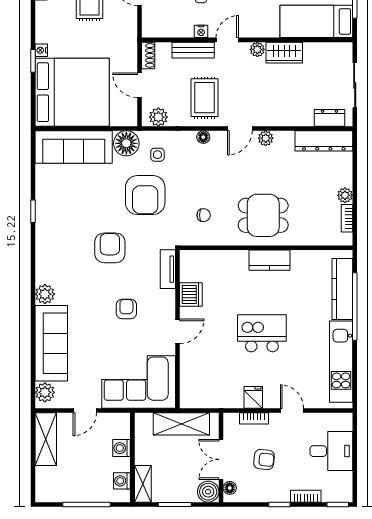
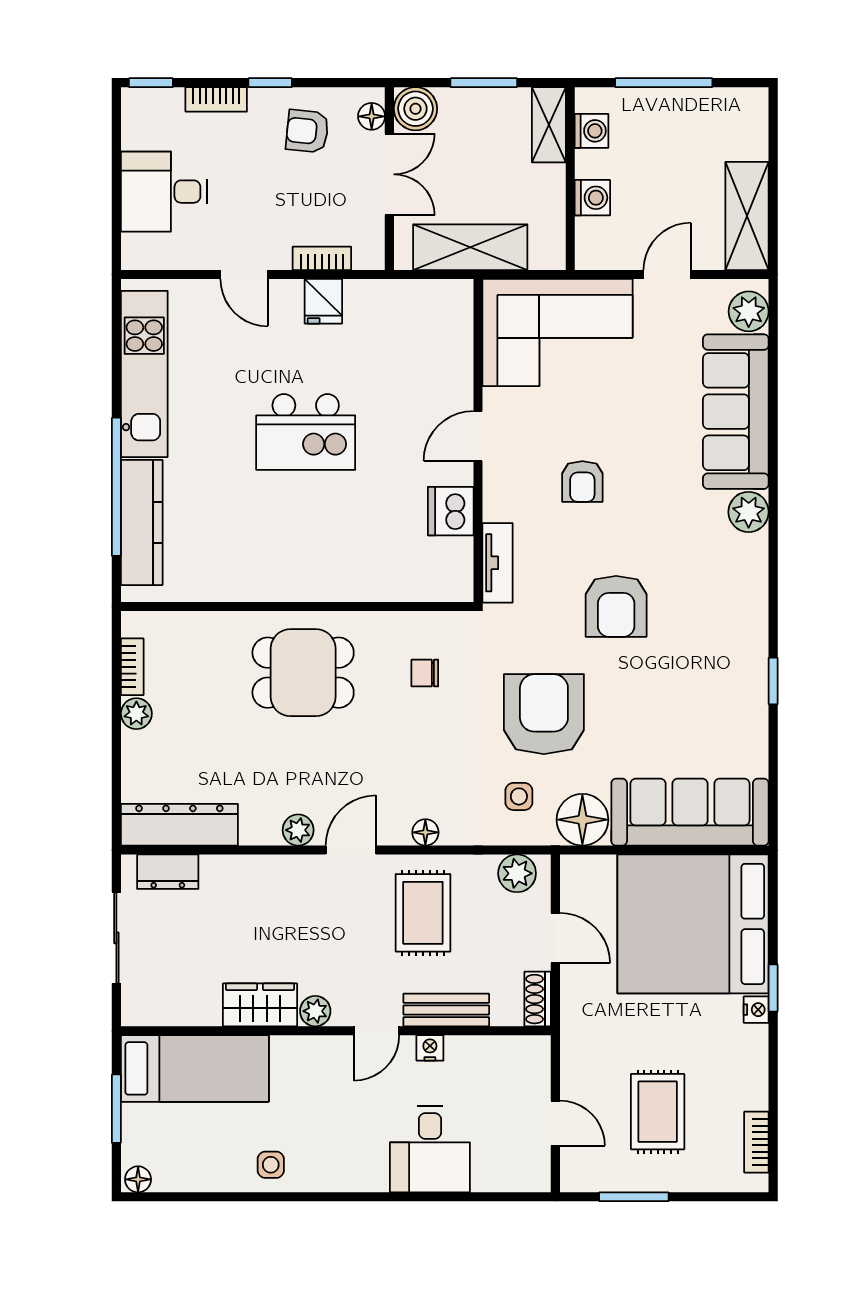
kitchen counter: (269, 260) -> (290, 581), removed
armchair: (264, 460) -> (307, 131), moved

